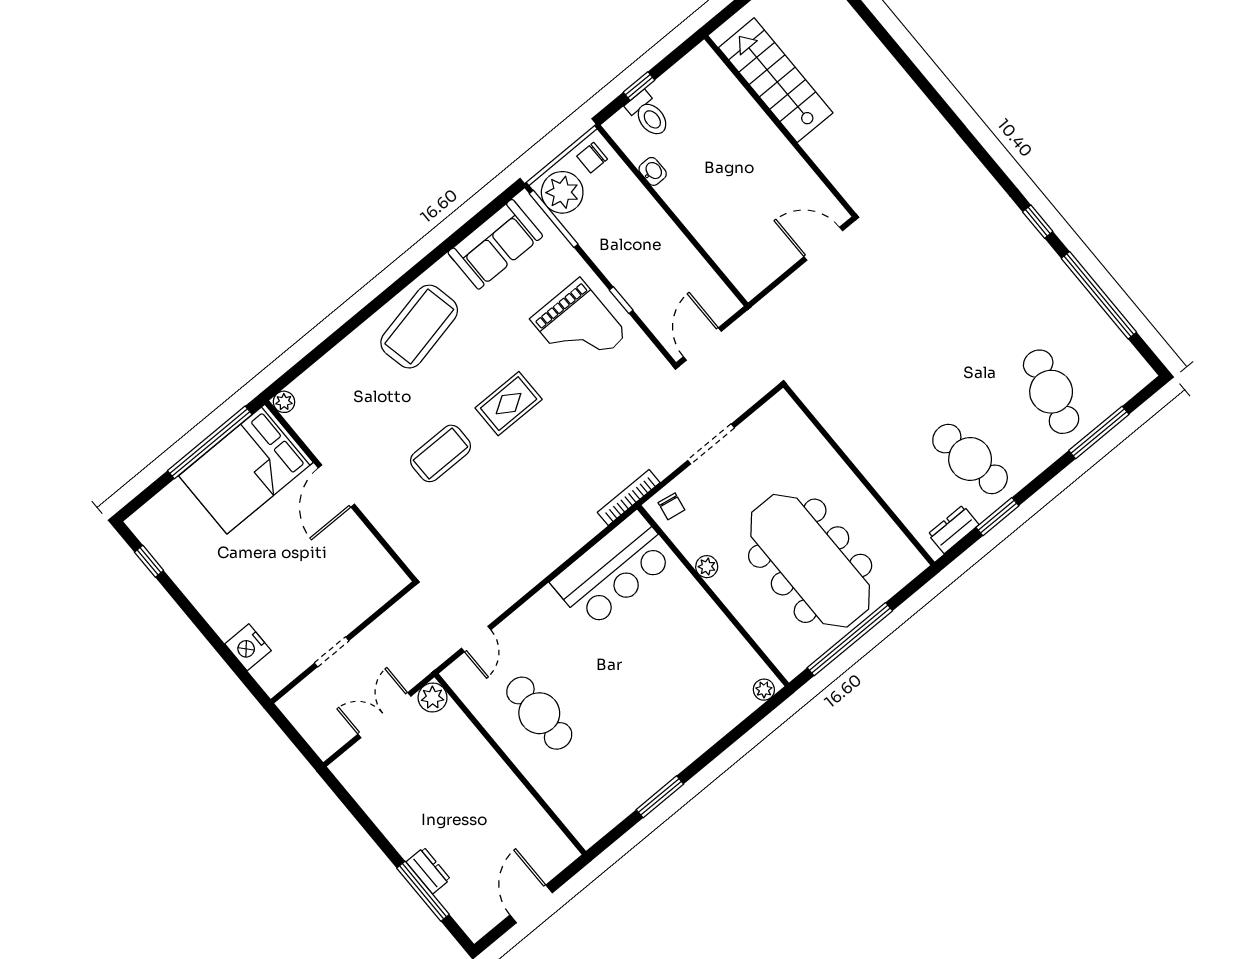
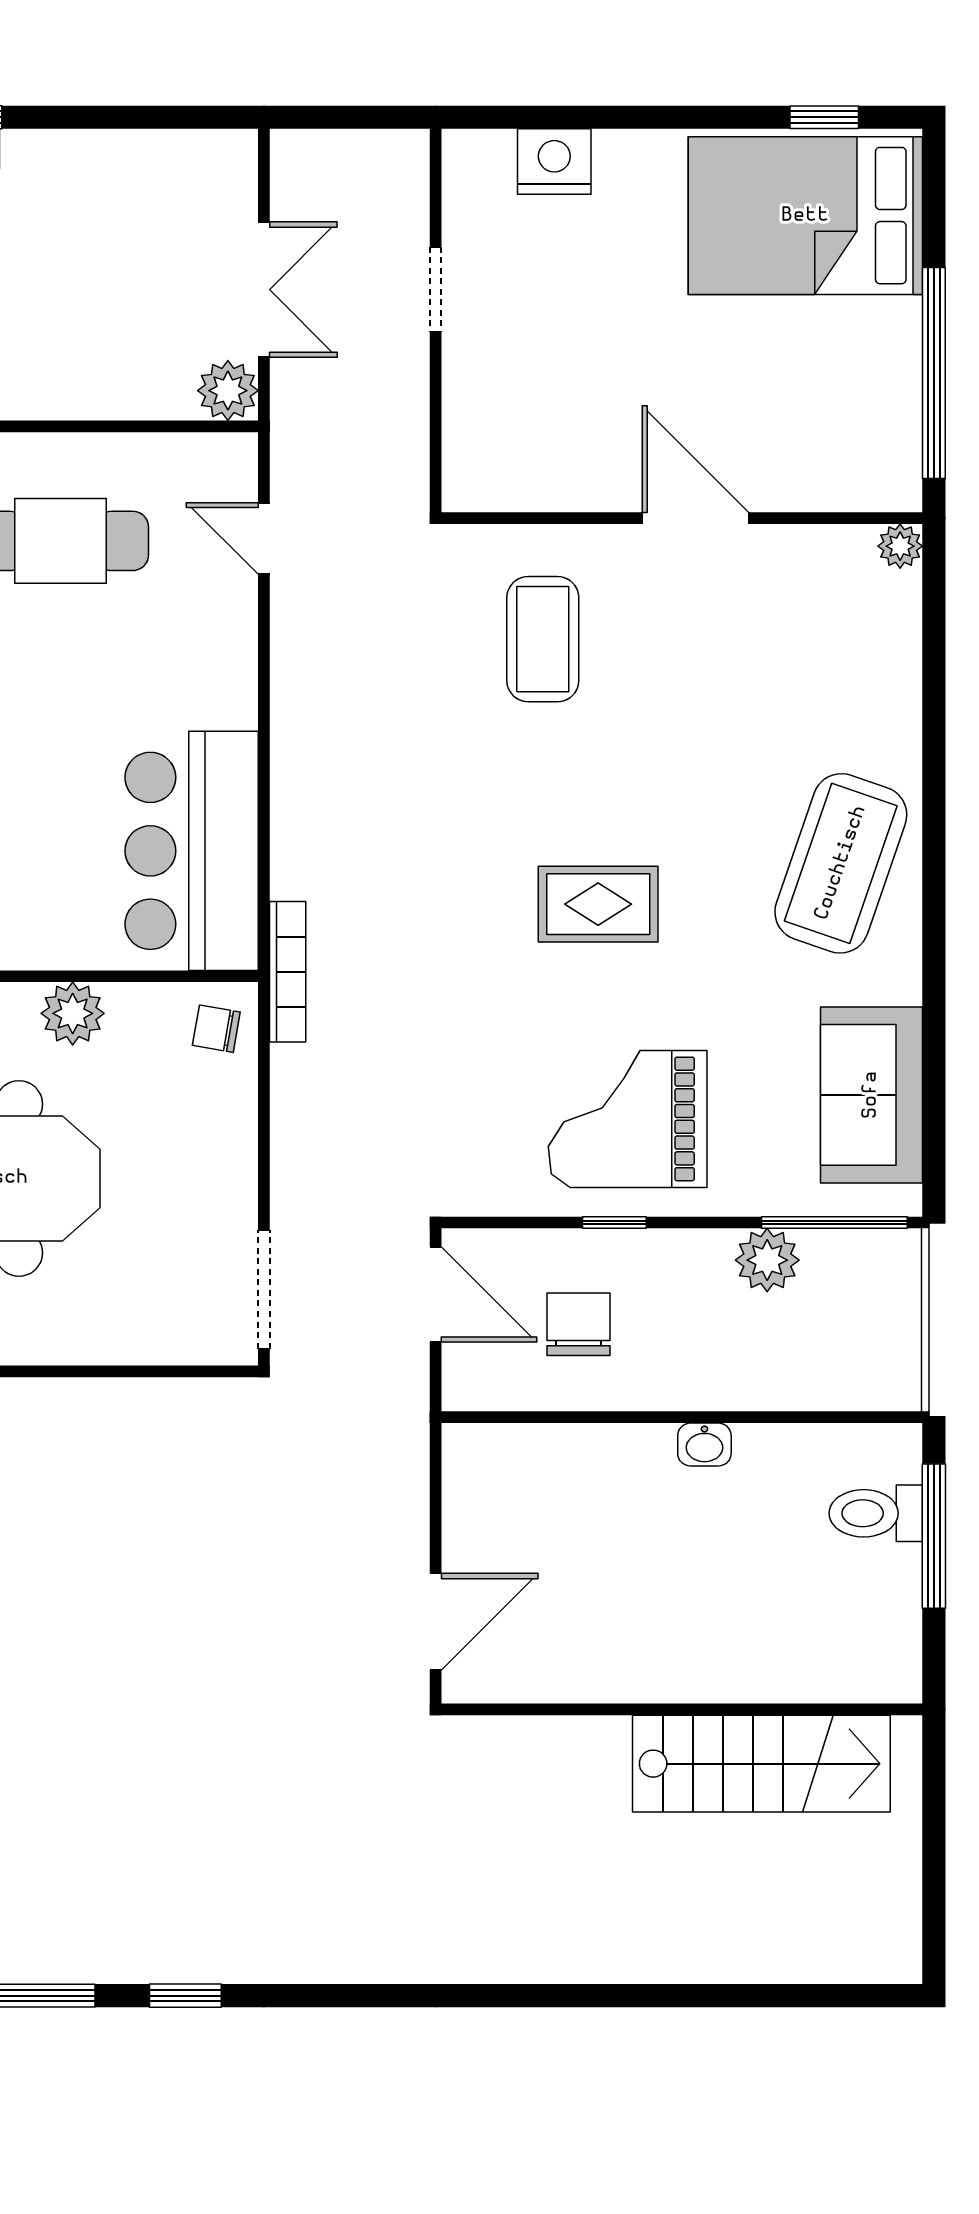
window: (639, 86) -> (934, 1536), width x2.17
chair: (592, 158) -> (579, 1324), moved, width x1.37, depth x1.37
washbasin: (653, 171) -> (704, 1445), moved
plant: (562, 192) -> (767, 1260), moved, width x0.73, depth x0.73
coffee table: (419, 327) -> (841, 863), turned 31
rug: (509, 404) -> (598, 904), turned 90
doorway: (711, 444) -> (264, 1289), moved
coffee table: (441, 453) -> (543, 639), moved
bed: (246, 469) -> (805, 216), moved, turned -90
plant: (707, 567) -> (73, 1013), width x1.38, depth x1.38

